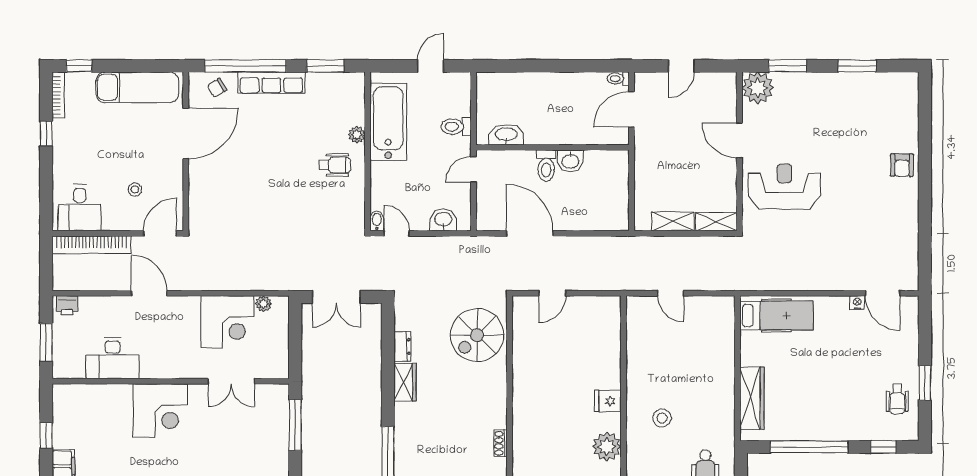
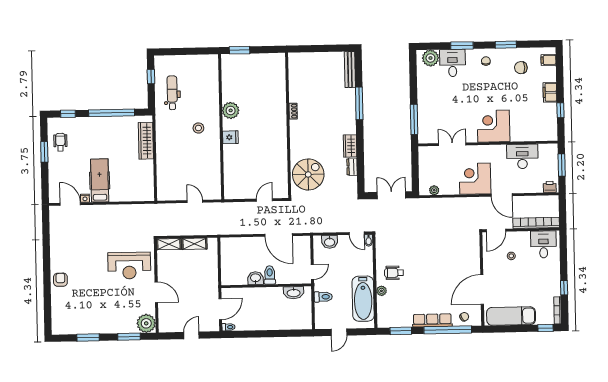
hospital bed: (776, 315) -> (100, 180), moved, turned 90
corner desk: (228, 322) -> (475, 179), moved

